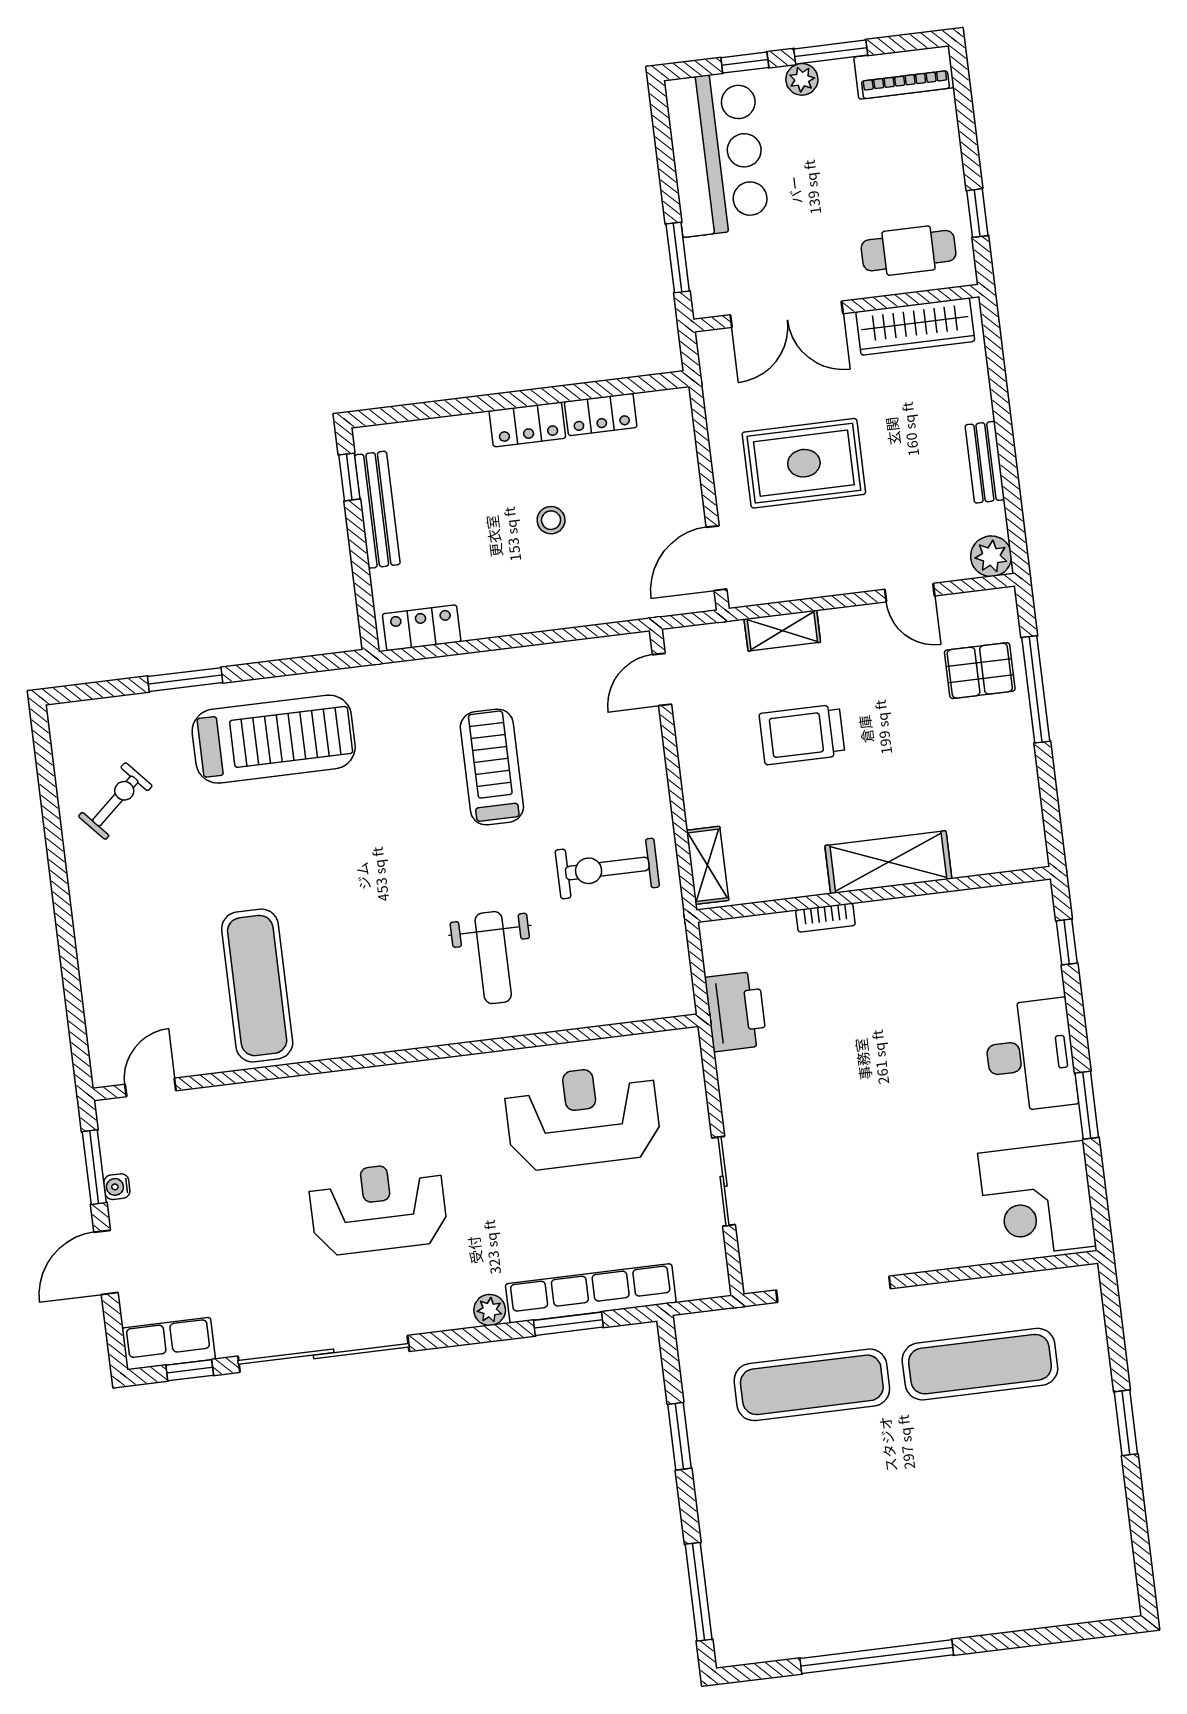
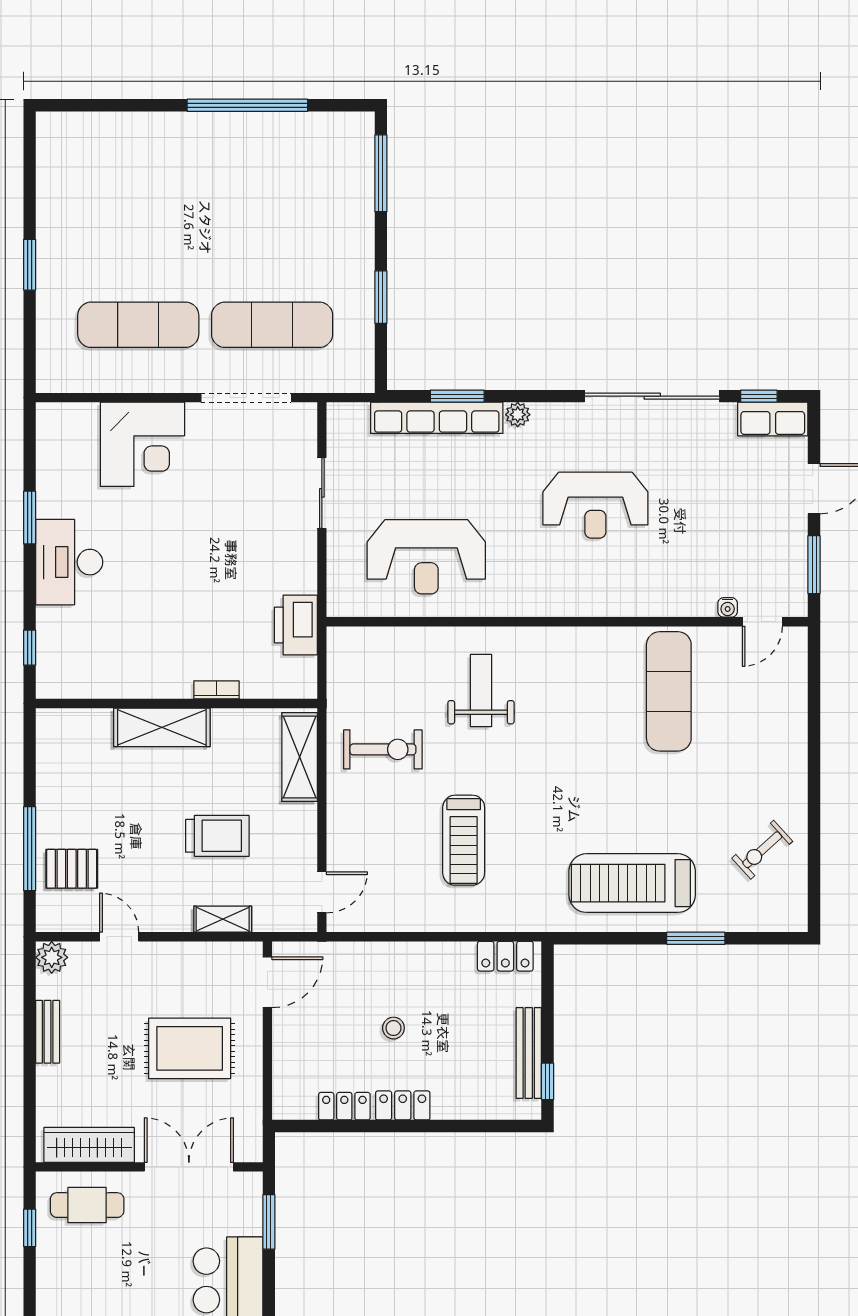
shelving: (707, 865) -> (300, 757), width x1.50, depth x1.33
water cooler: (117, 1187) -> (728, 607), moved, turned 90
corner desk: (1037, 1200) -> (142, 444), moved, turned 90

